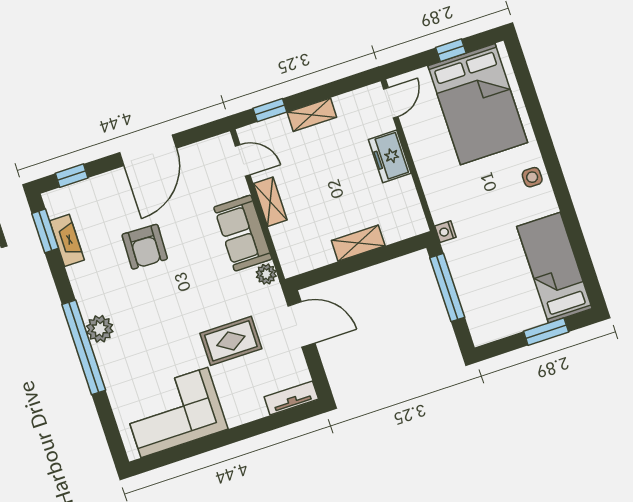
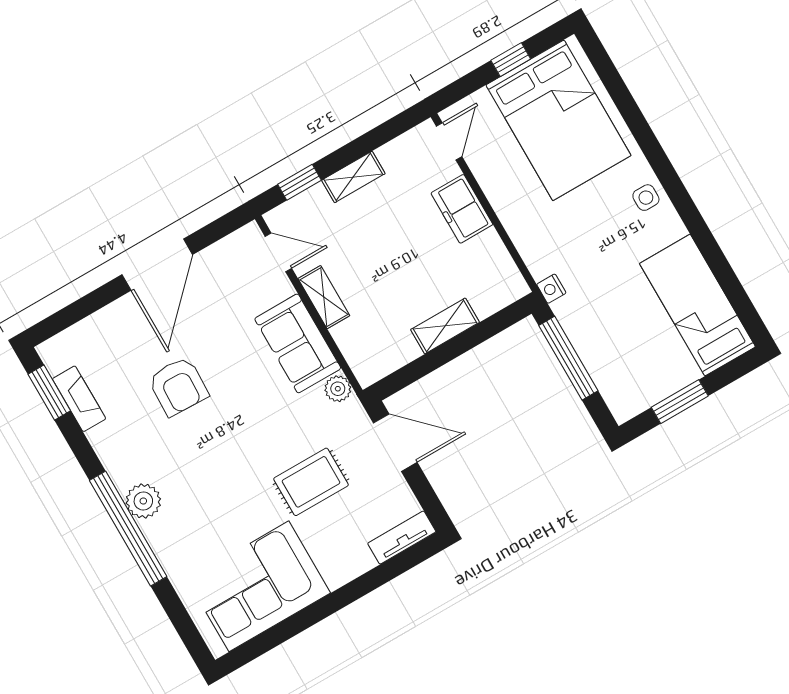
window: (72, 176) -> (68, 316), removed
window: (546, 332) -> (680, 402), moved

